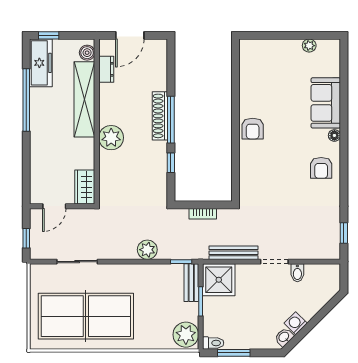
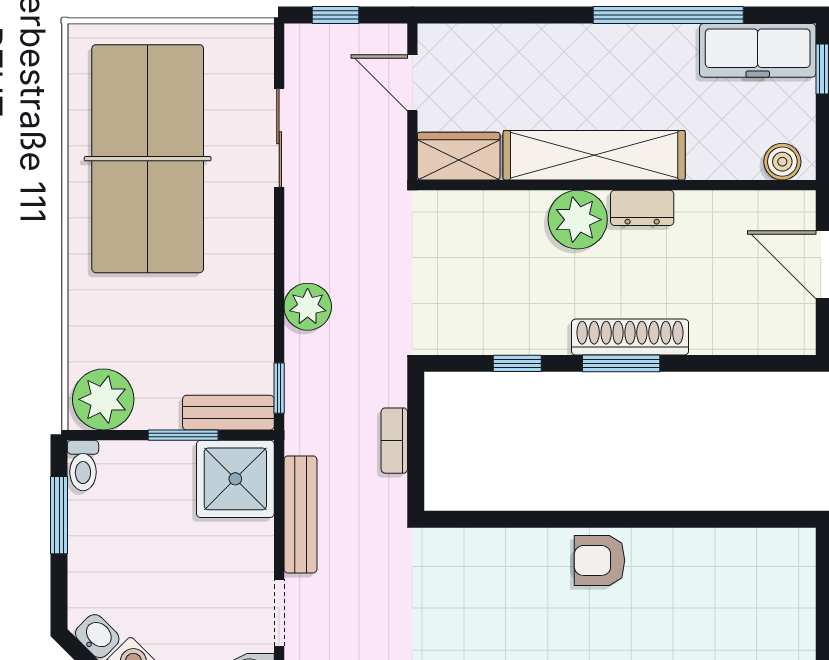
dresser: (106, 69) -> (642, 208), moved
shelving: (84, 99) -> (594, 155), moved
window: (171, 120) -> (621, 363), width x0.69

